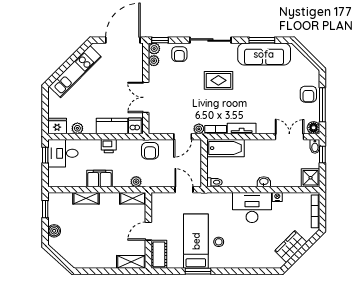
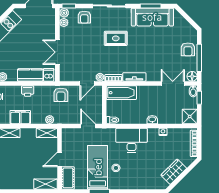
desk: (252, 208) -> (132, 140), moved

